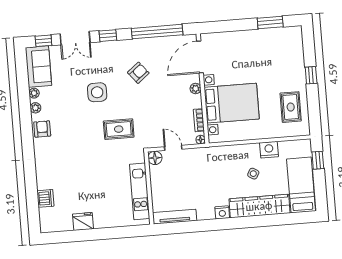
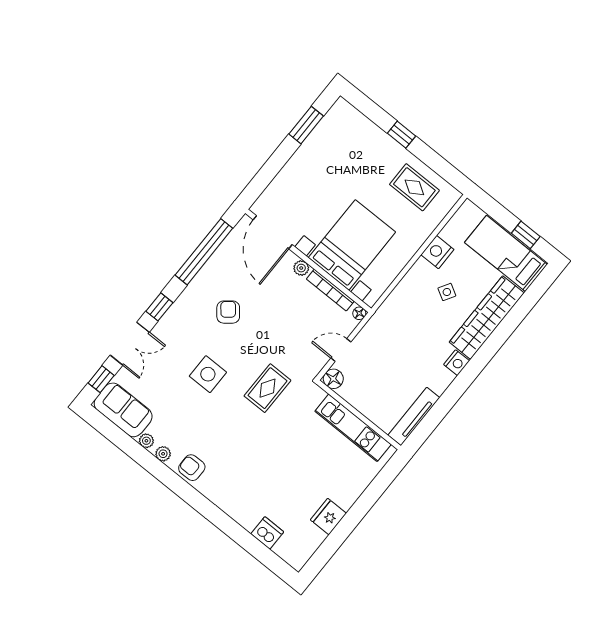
bookcase: (199, 120) -> (330, 290), width x1.56
window: (318, 160) -> (526, 235), moved

